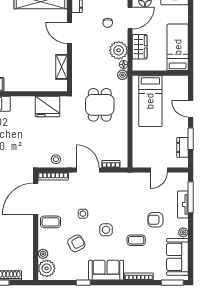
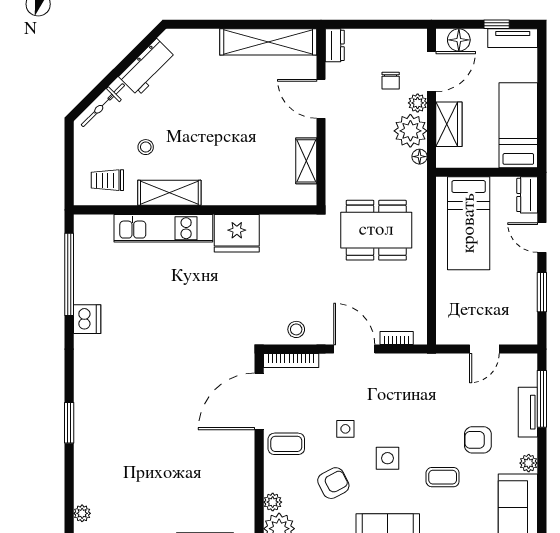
plant: (122, 75) -> (418, 103), moved
dining table: (100, 105) -> (376, 230), width x1.38
fridge: (47, 106) -> (237, 233), moved
dresser: (183, 147) -> (527, 195), moved

